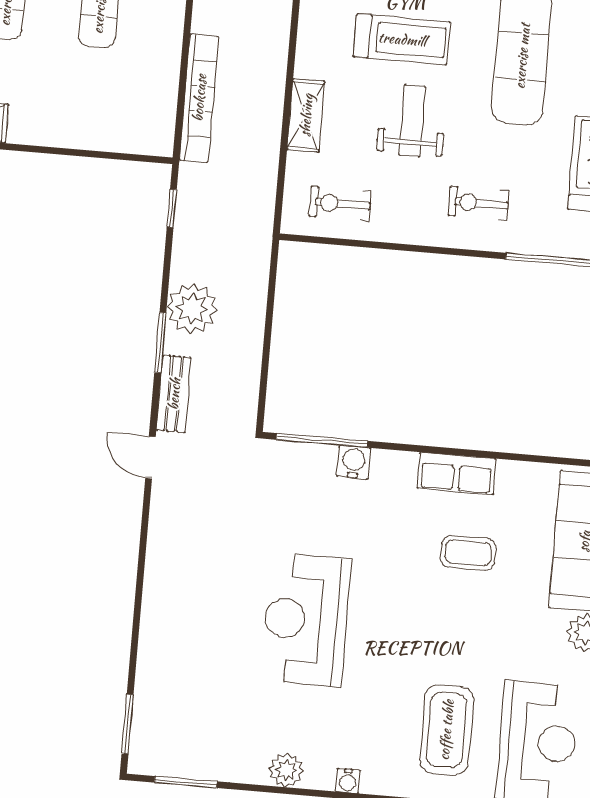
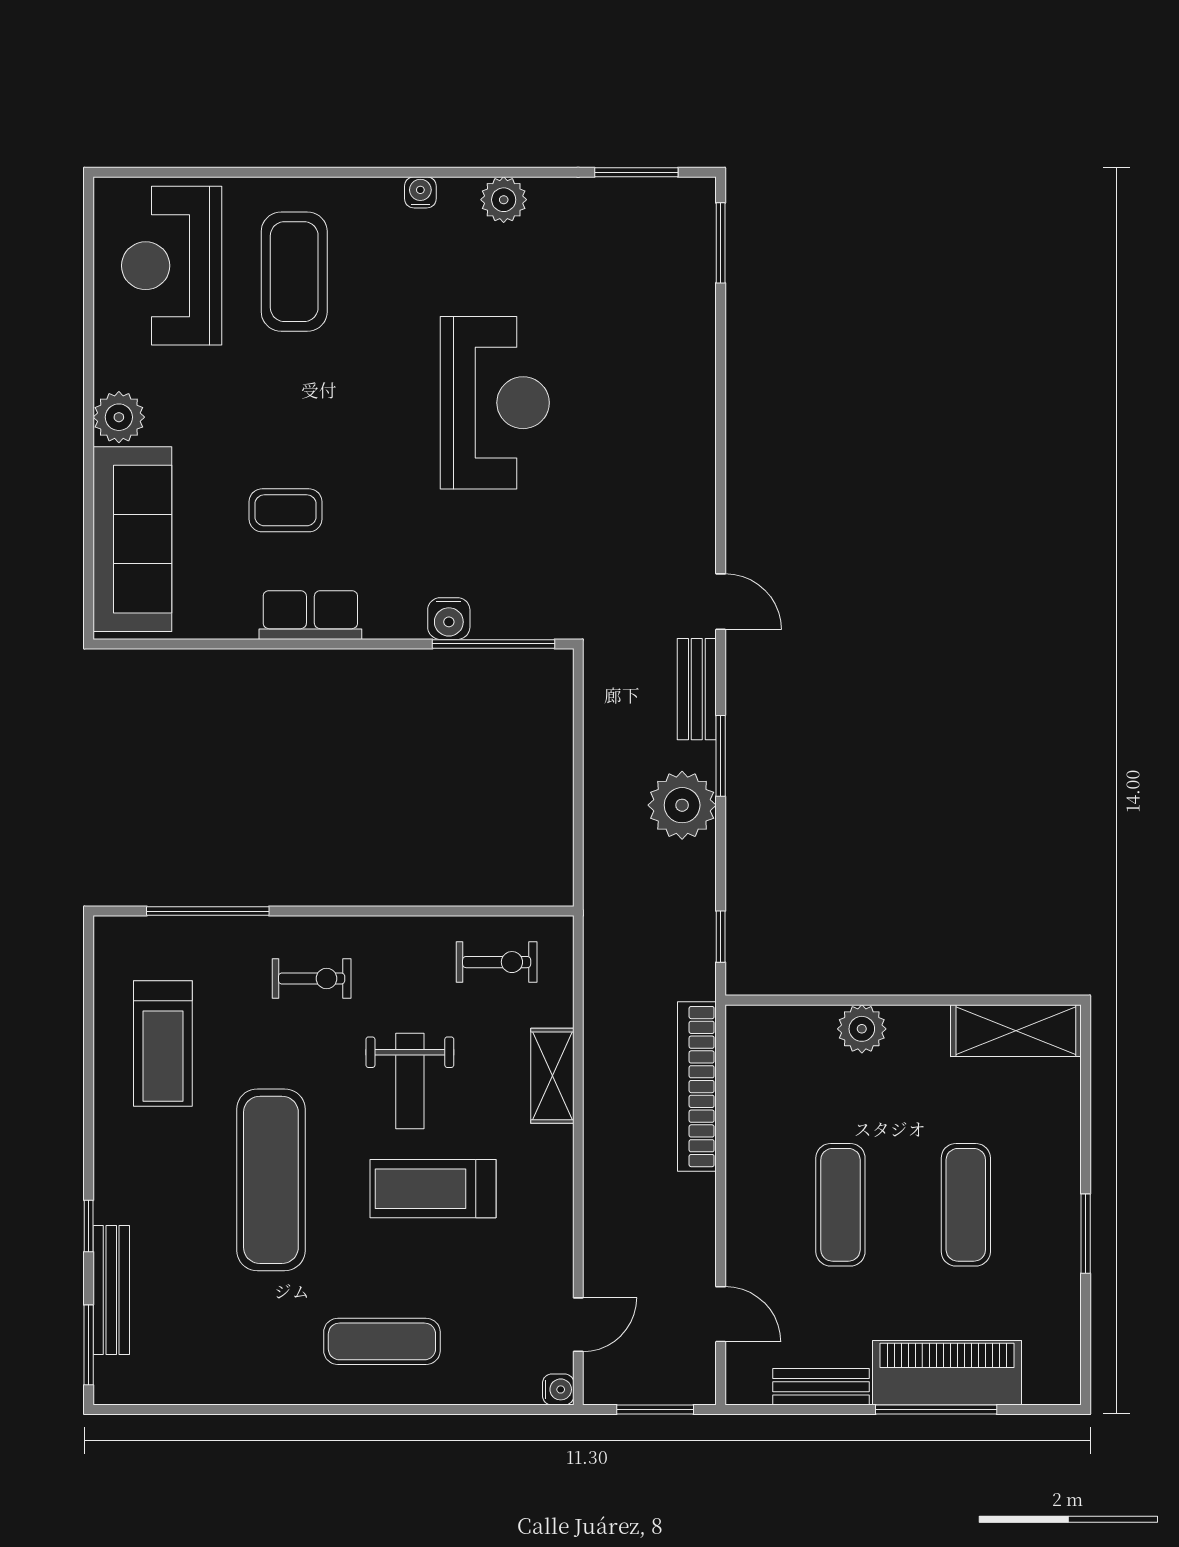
plant: (73, 131) -> (862, 1029), added

